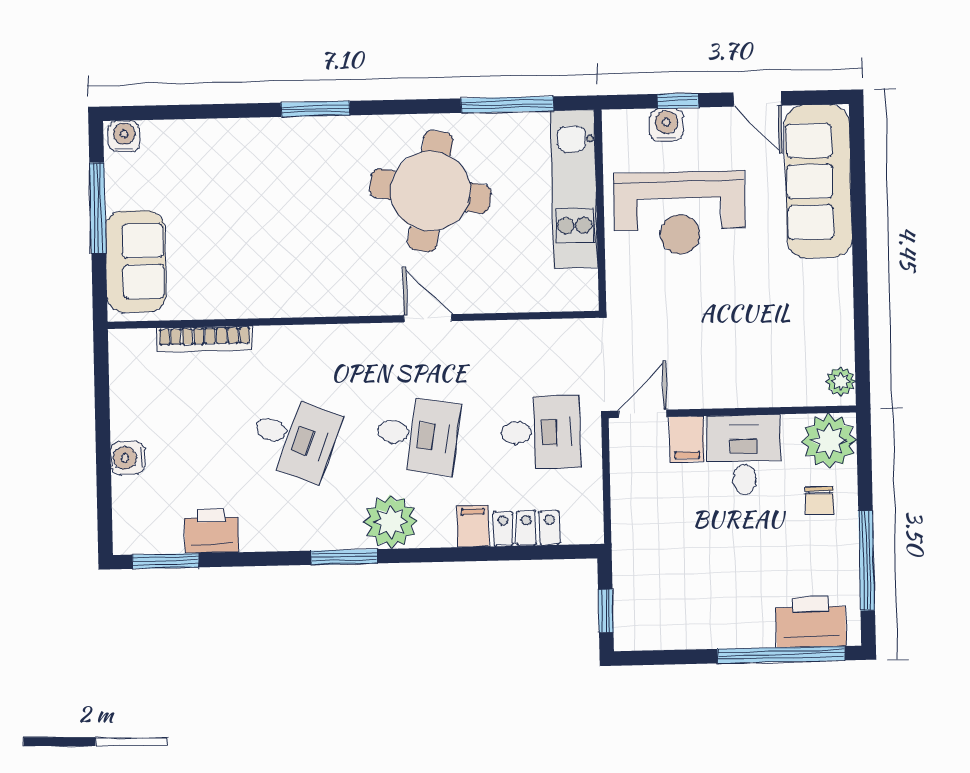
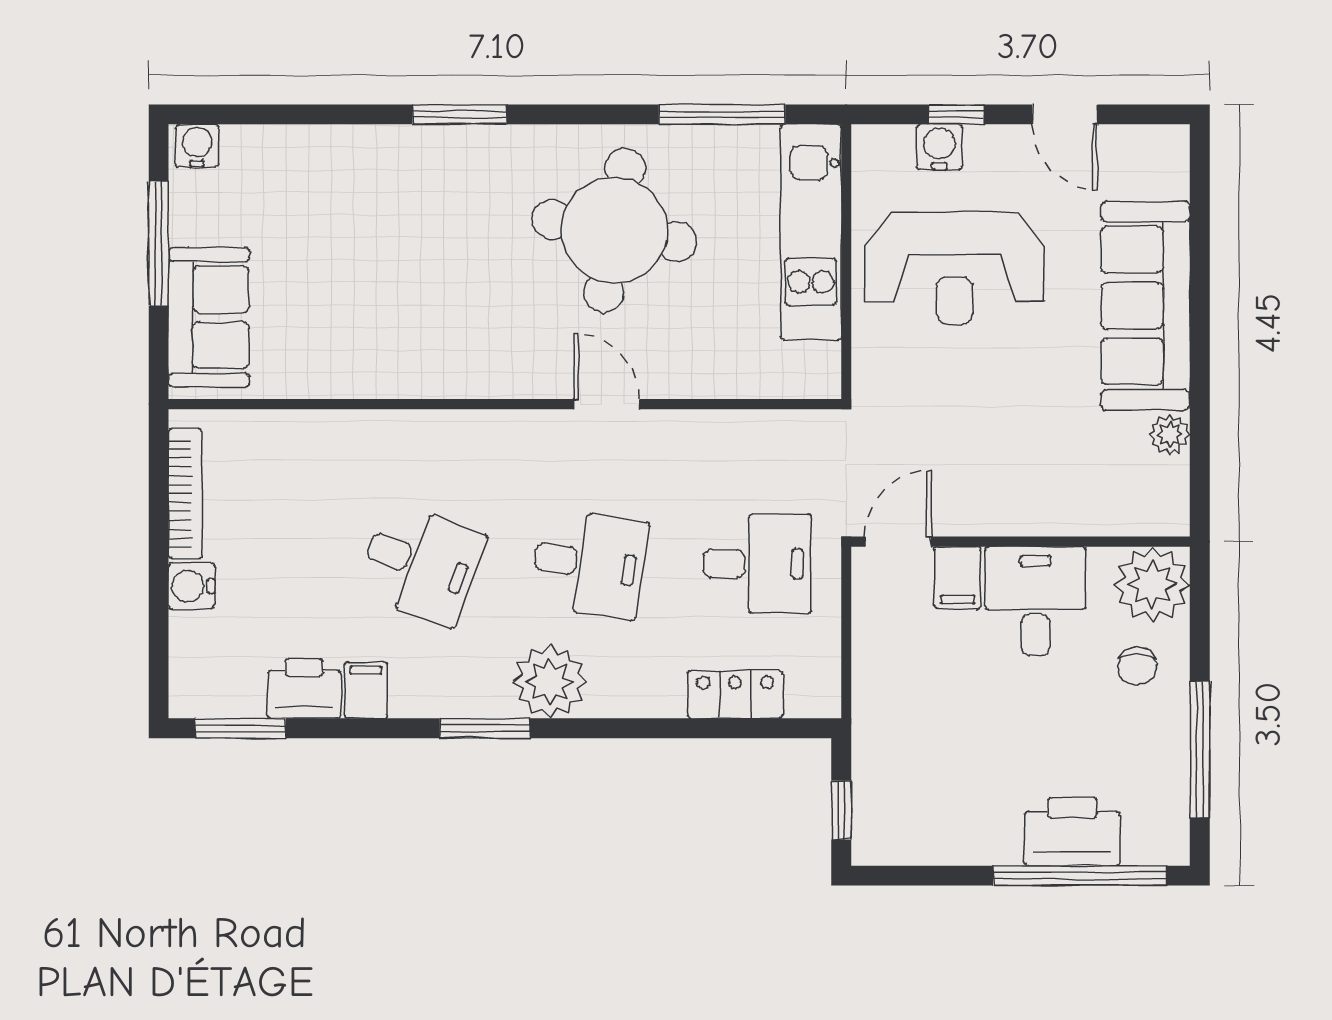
sofa: (818, 181) -> (1145, 306), moved
bookcase: (205, 339) -> (185, 494), moved, turned -90
plant: (841, 381) -> (1170, 435), moved
filing cabinet: (473, 526) -> (366, 690), moved
printer: (811, 622) -> (1072, 832), moved

